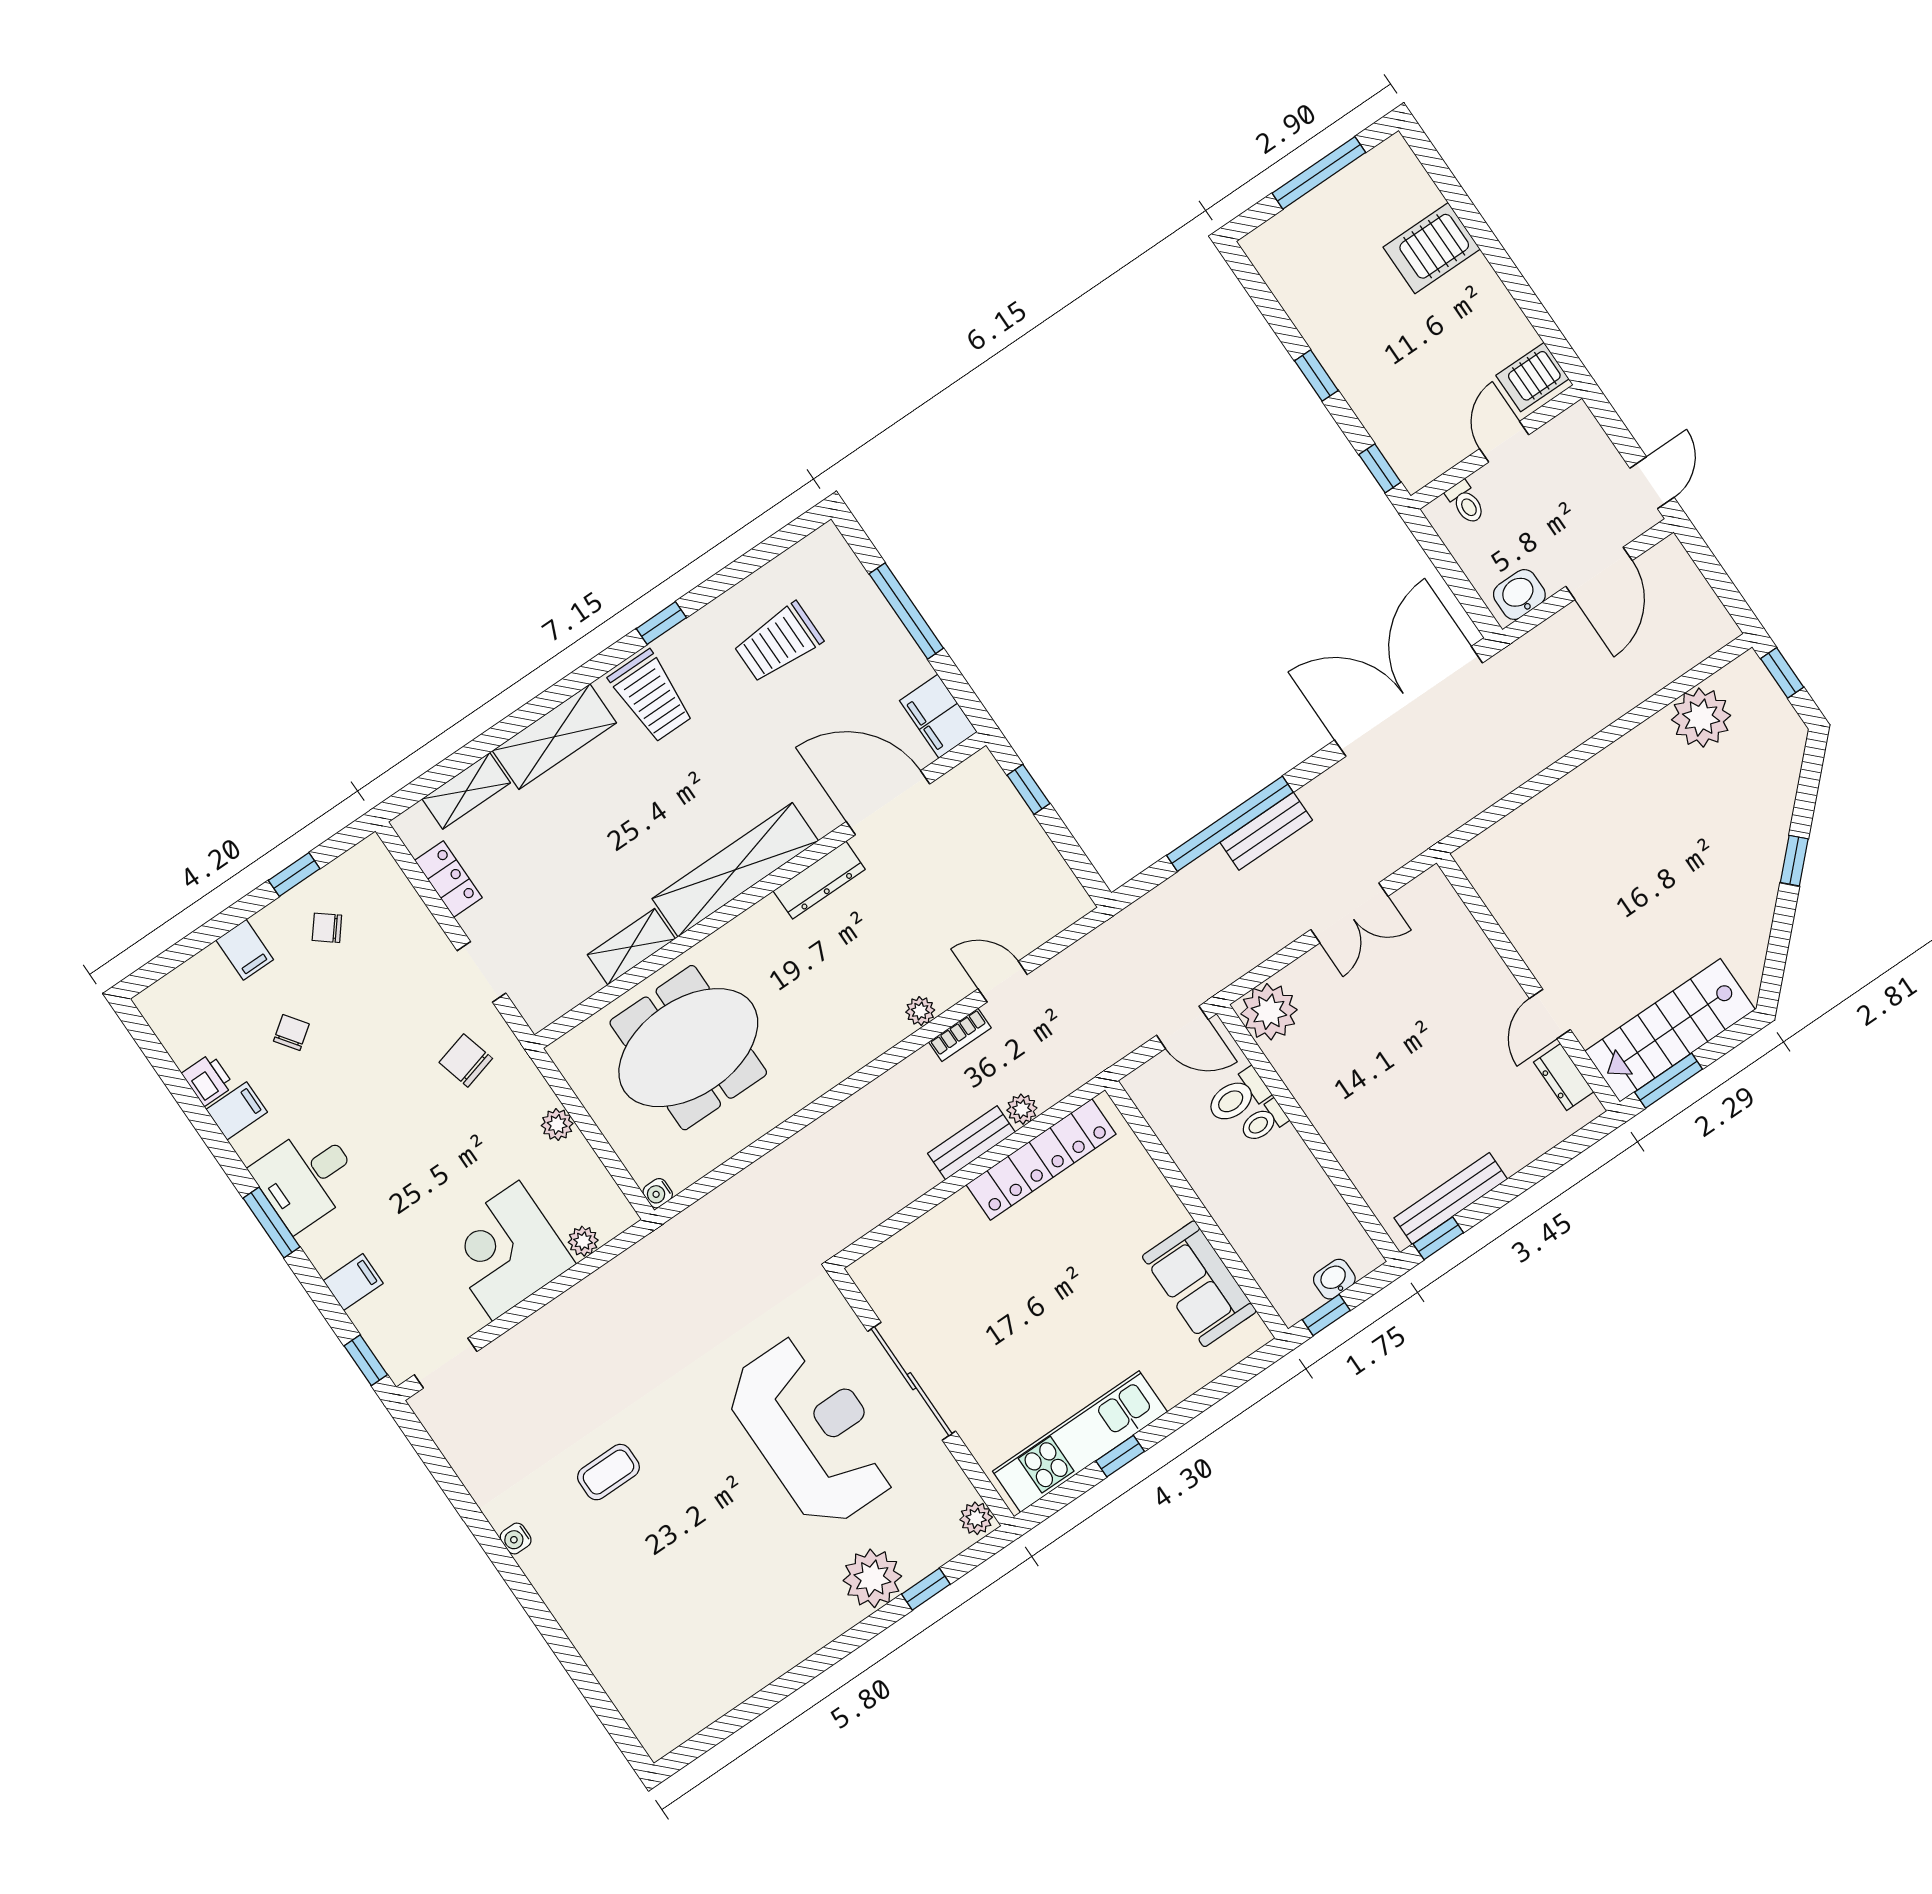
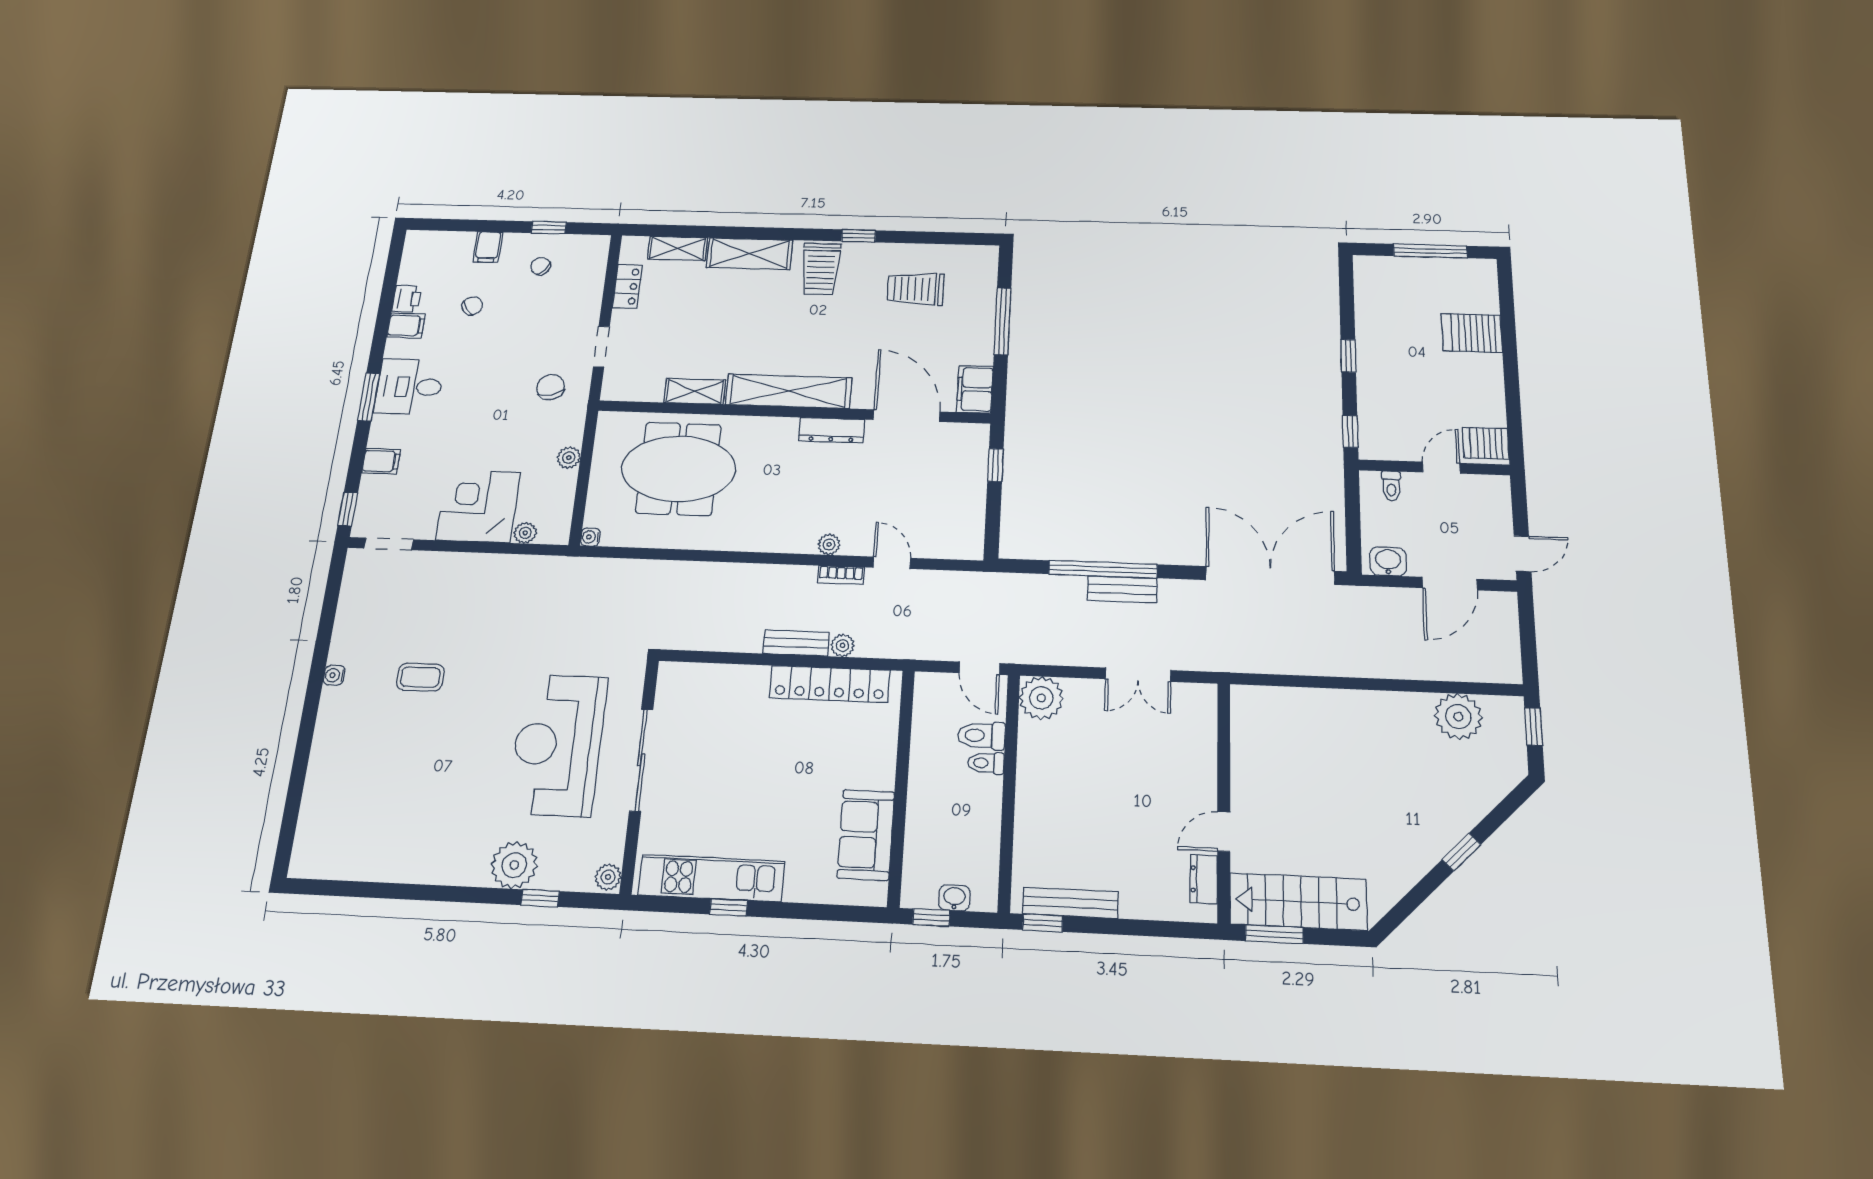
reception desk: (813, 1431) -> (558, 745), turned 180

